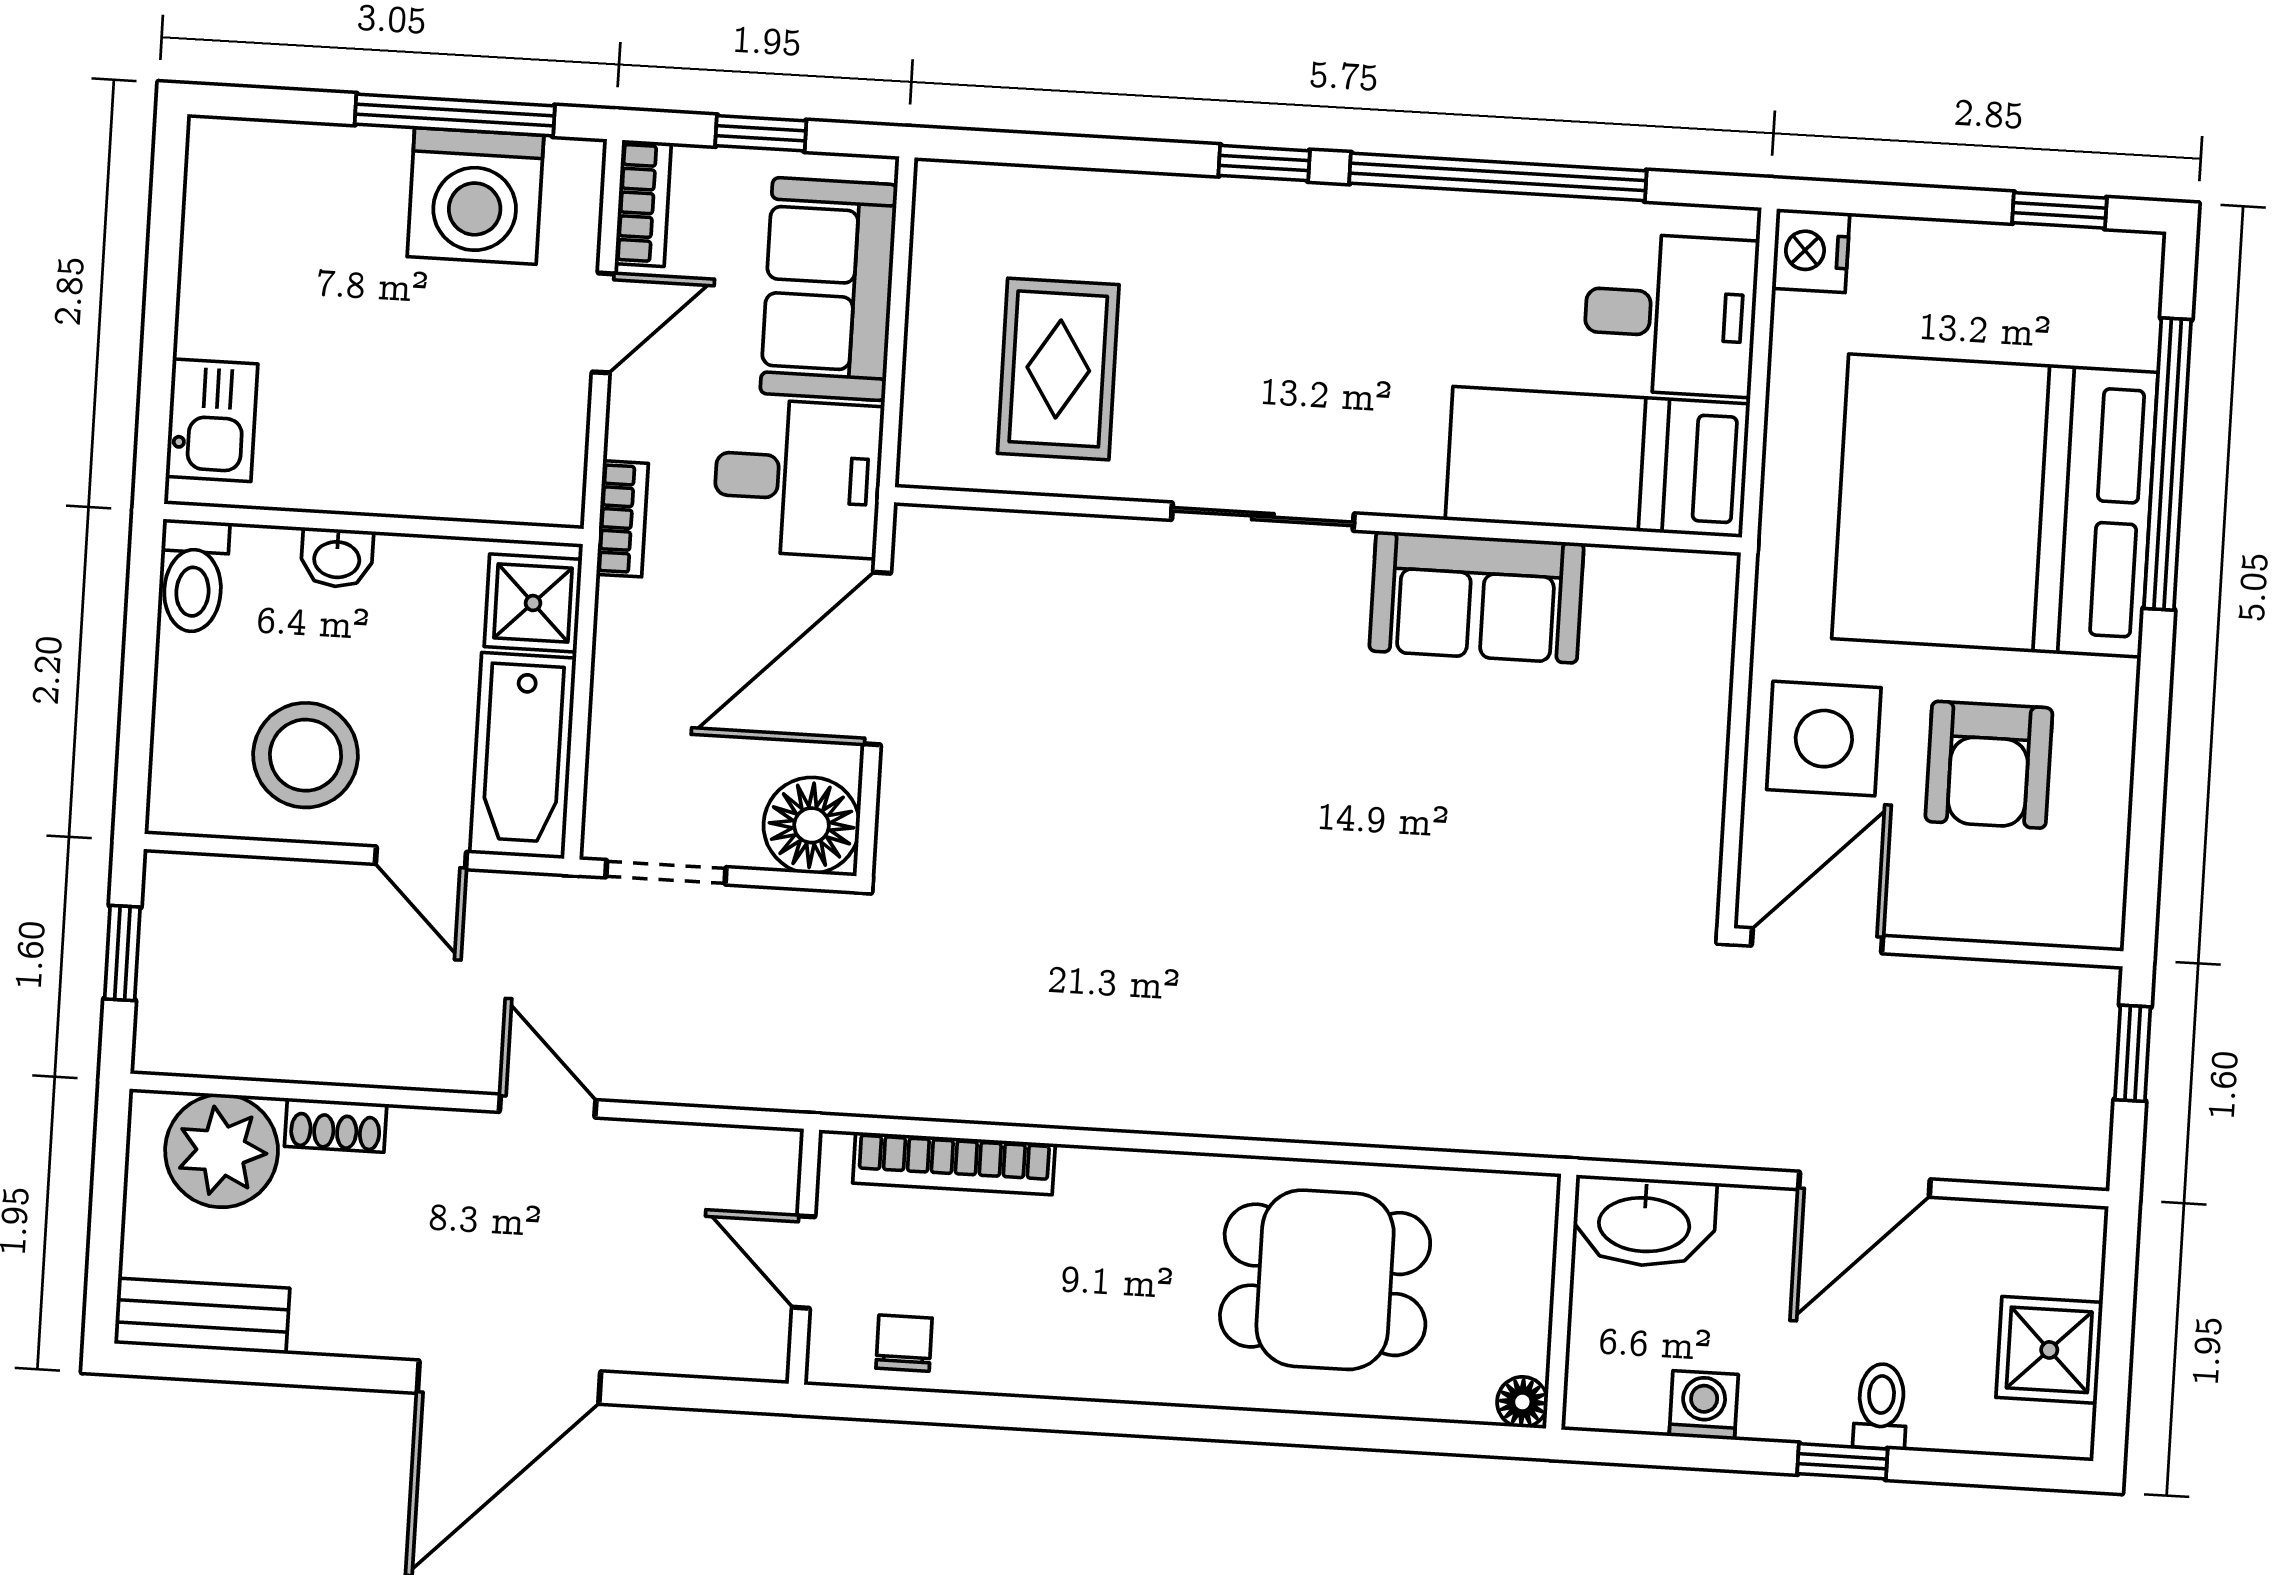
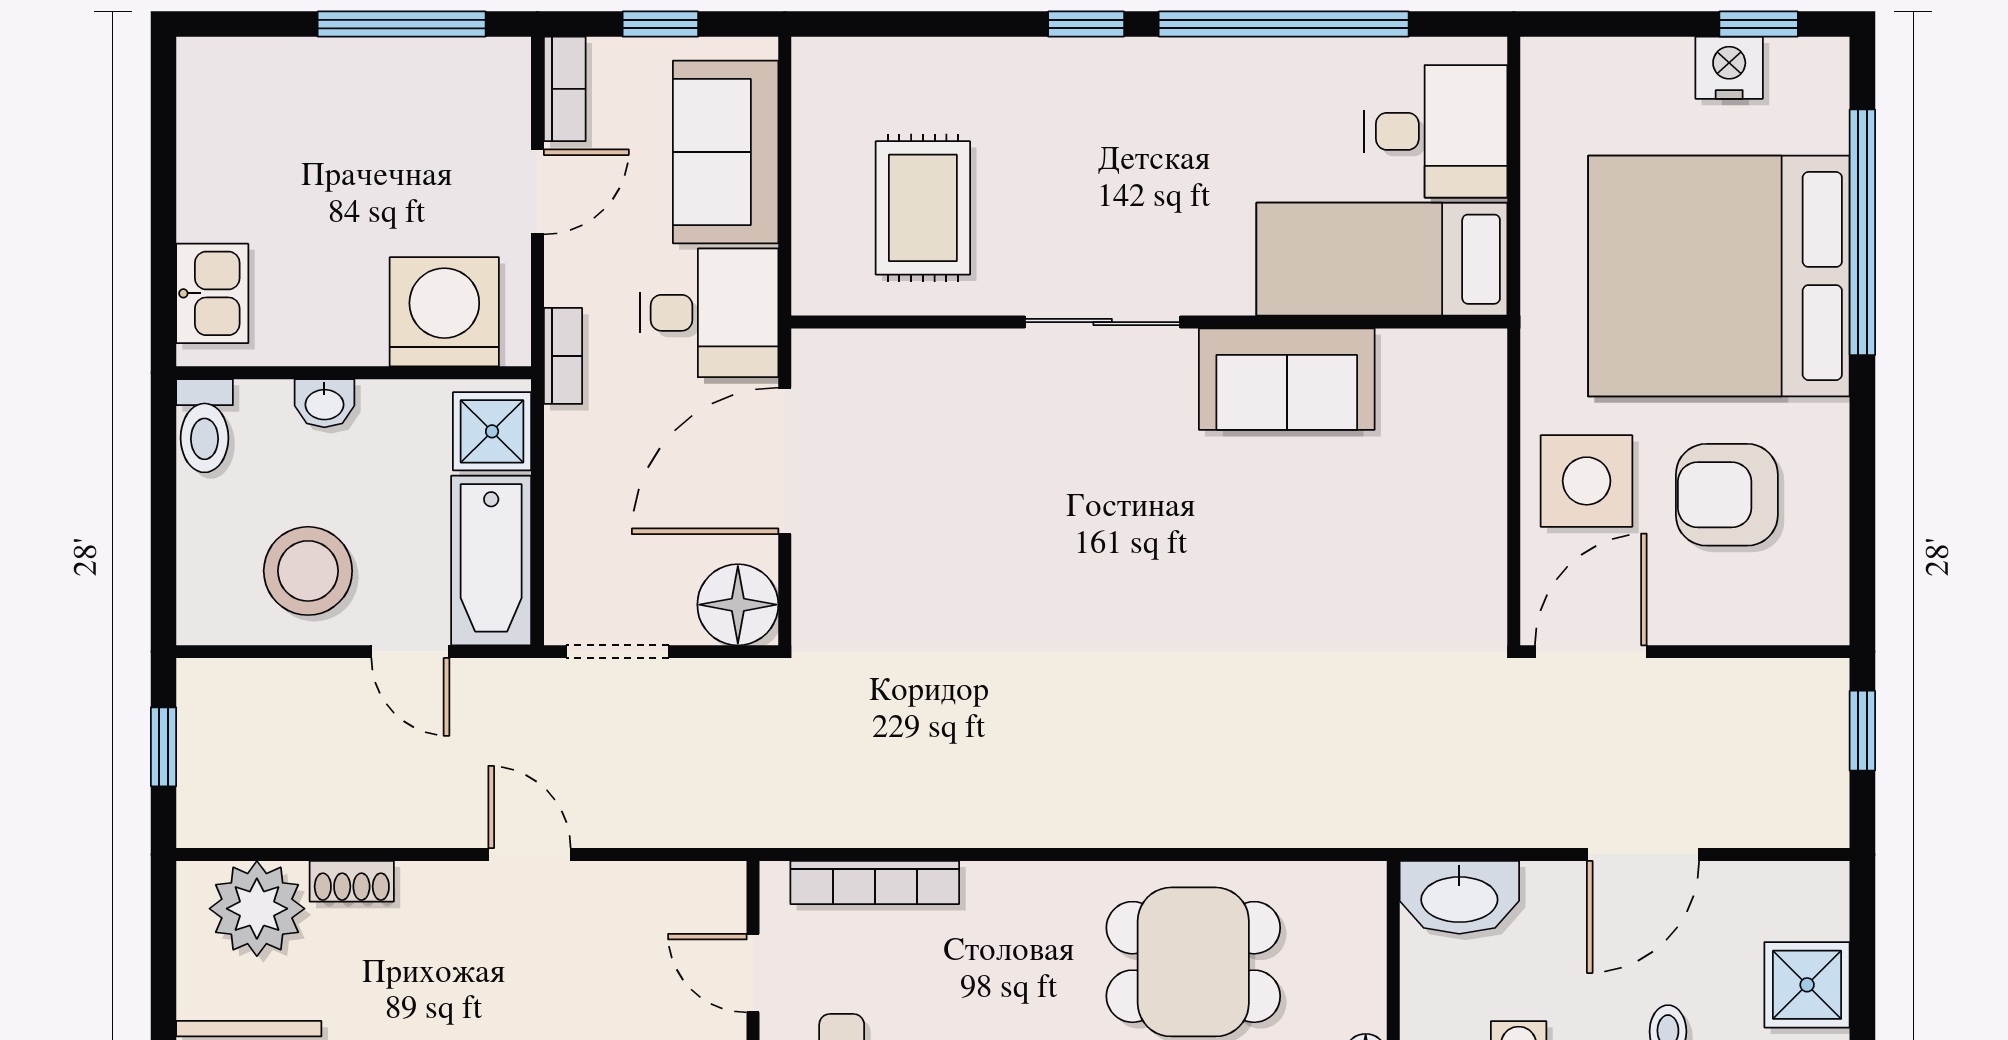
washing machine: (475, 196) -> (444, 312), moved, turned 180
nightstand: (1811, 251) -> (1729, 68), moved, turned 90
armchair: (1989, 765) -> (1727, 495), turned 90

